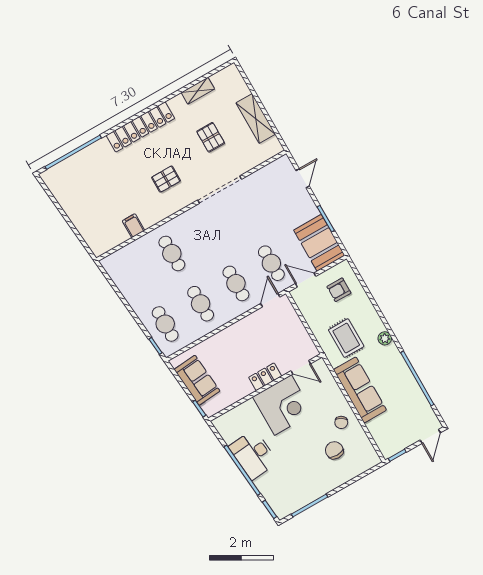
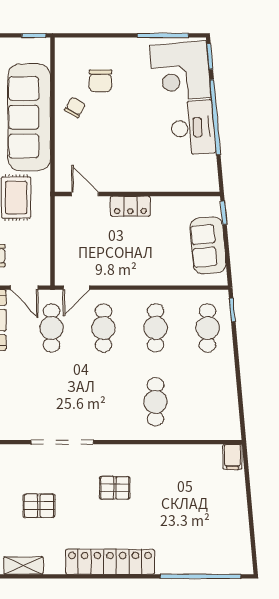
pallet: (211, 137) -> (39, 506), turned 90
filing cabinet: (133, 226) -> (232, 457), moved
sofa: (360, 390) -> (29, 117), width x1.36, depth x1.27
corner desk: (283, 405) -> (180, 71), moved, turned -95

